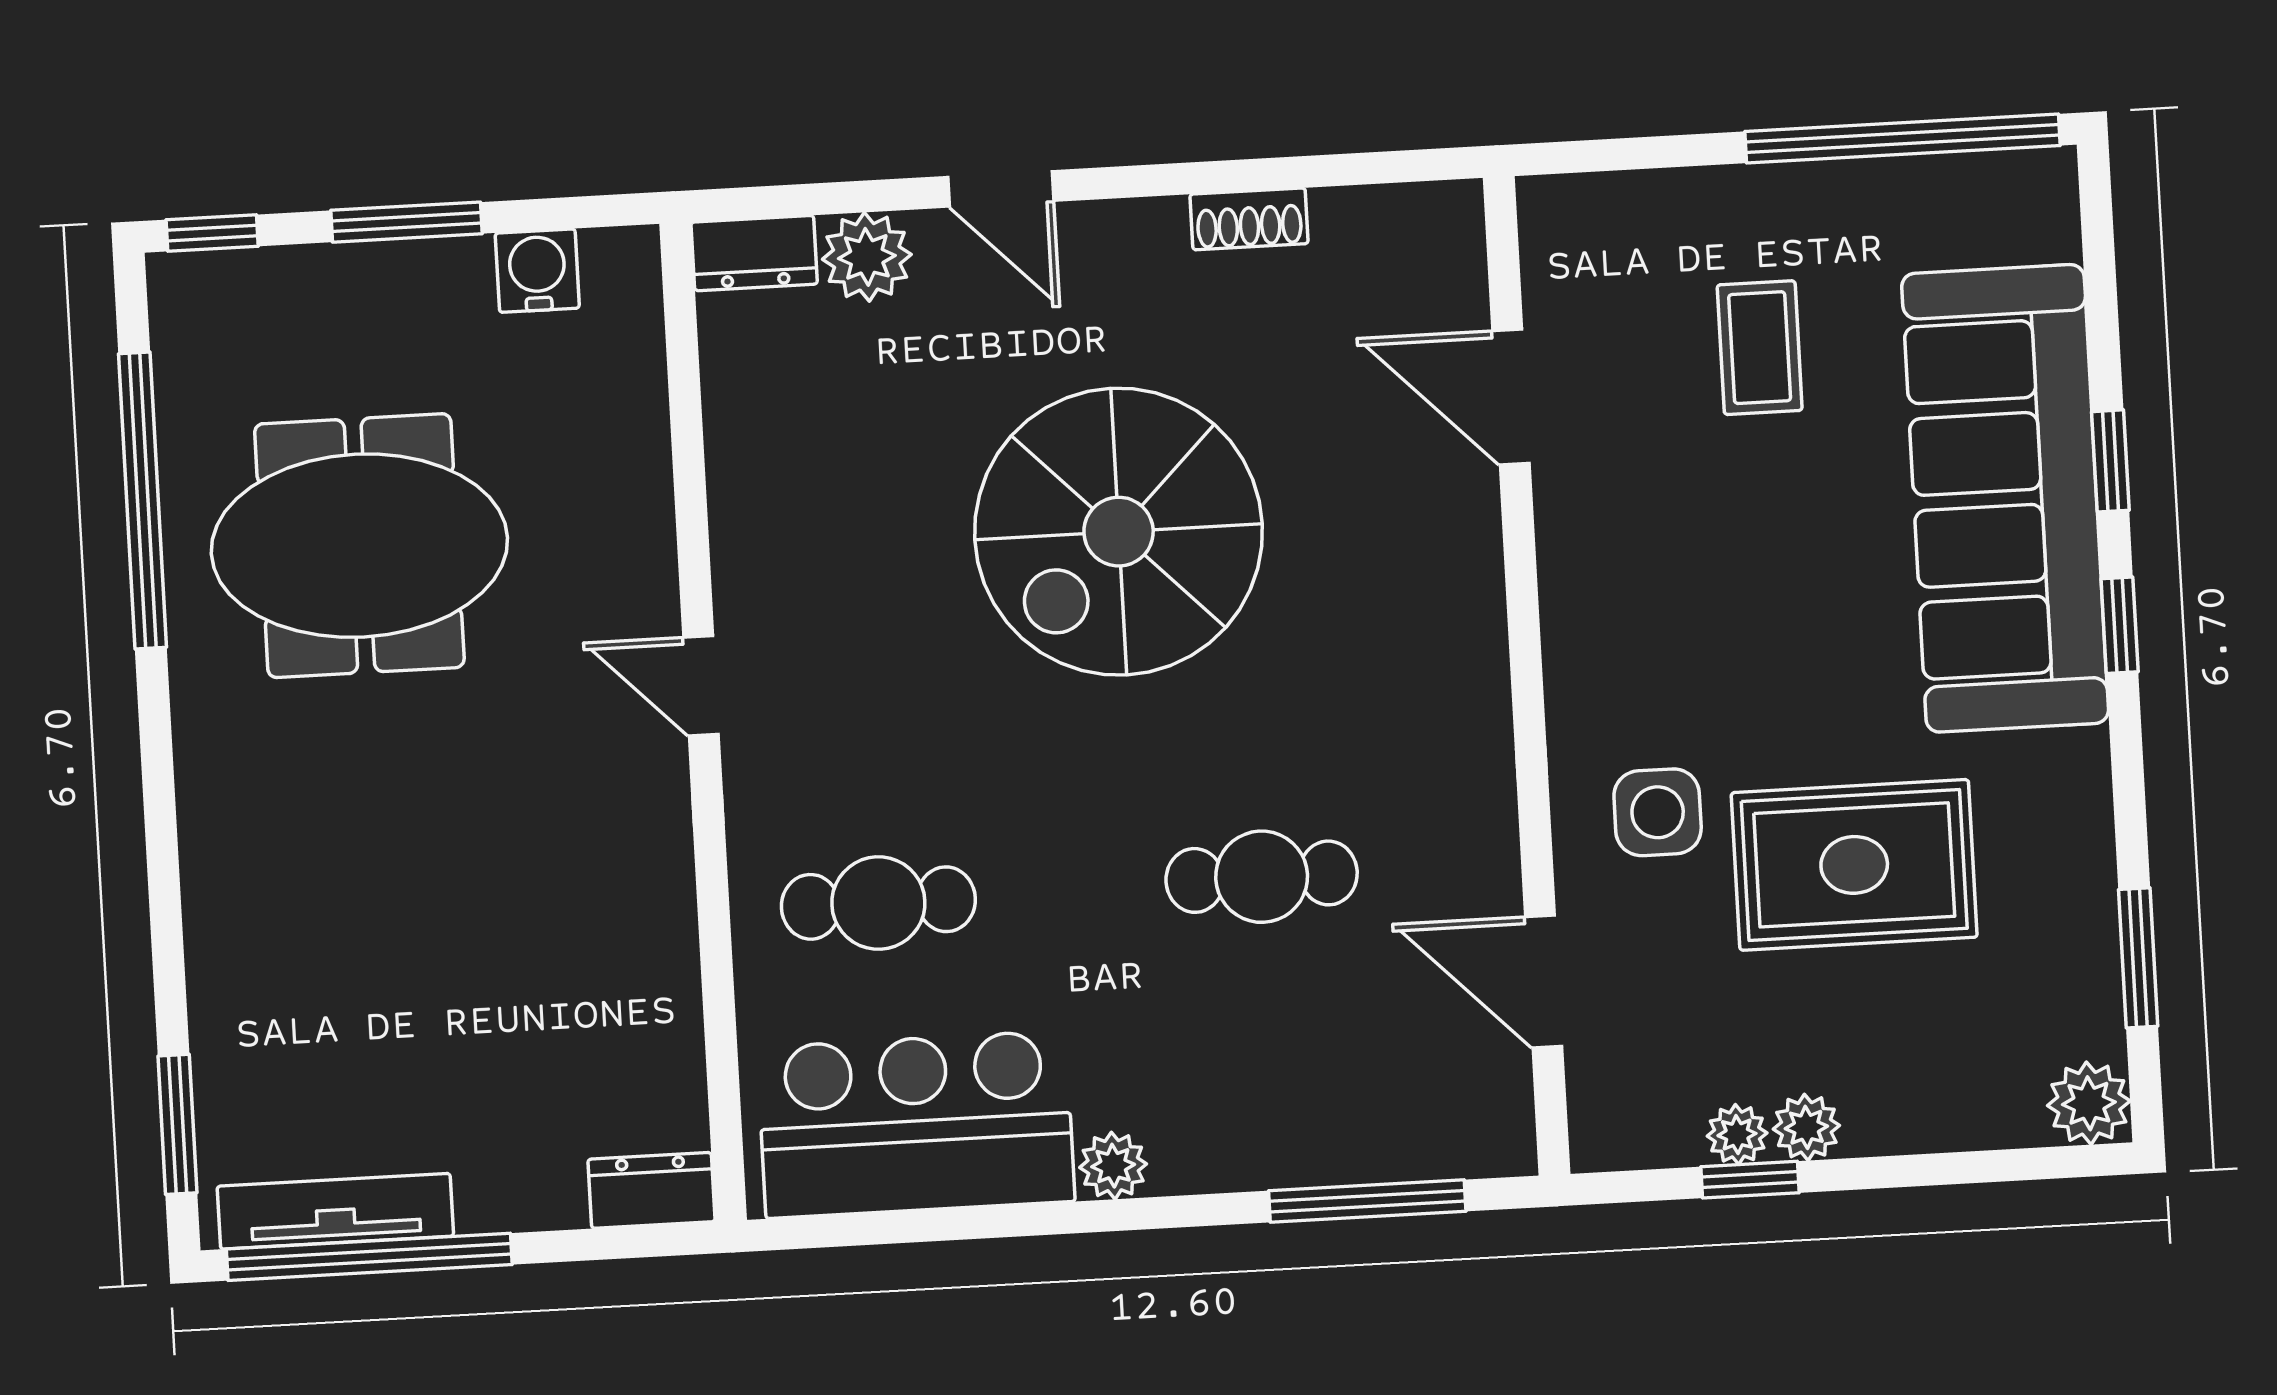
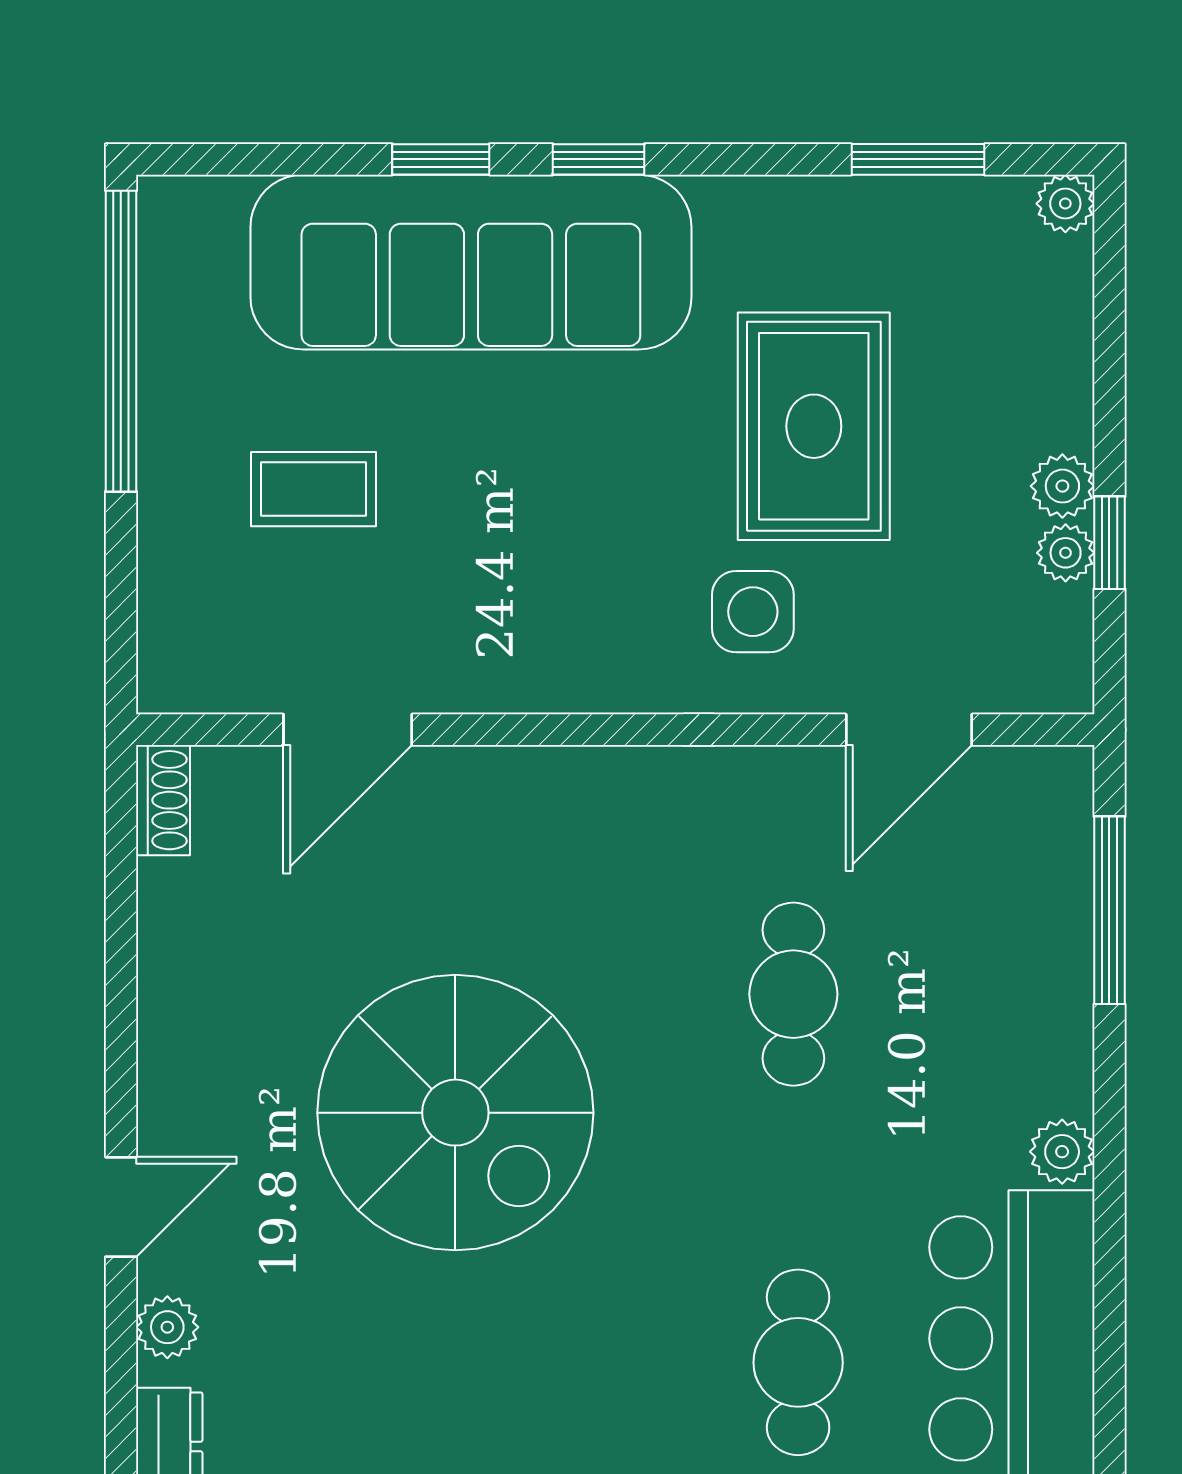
shoe rack: (1249, 219) -> (163, 800), moved
plant: (867, 257) -> (167, 1327), width x0.73, depth x0.73
plant: (2089, 1103) -> (1065, 204), width x0.73, depth x0.73

